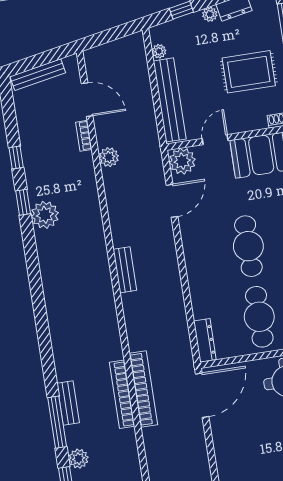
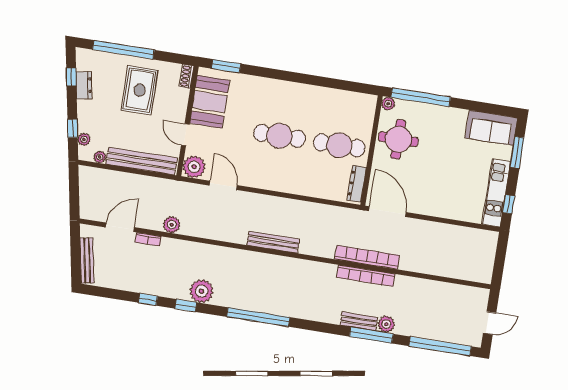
plant: (210, 14) -> (84, 139), moved
bench: (125, 270) -> (273, 242), width x1.36
window: (36, 288) -> (258, 317), added
dresser: (205, 340) -> (357, 184), moved, turned -90
plant: (79, 459) -> (386, 324), moved

